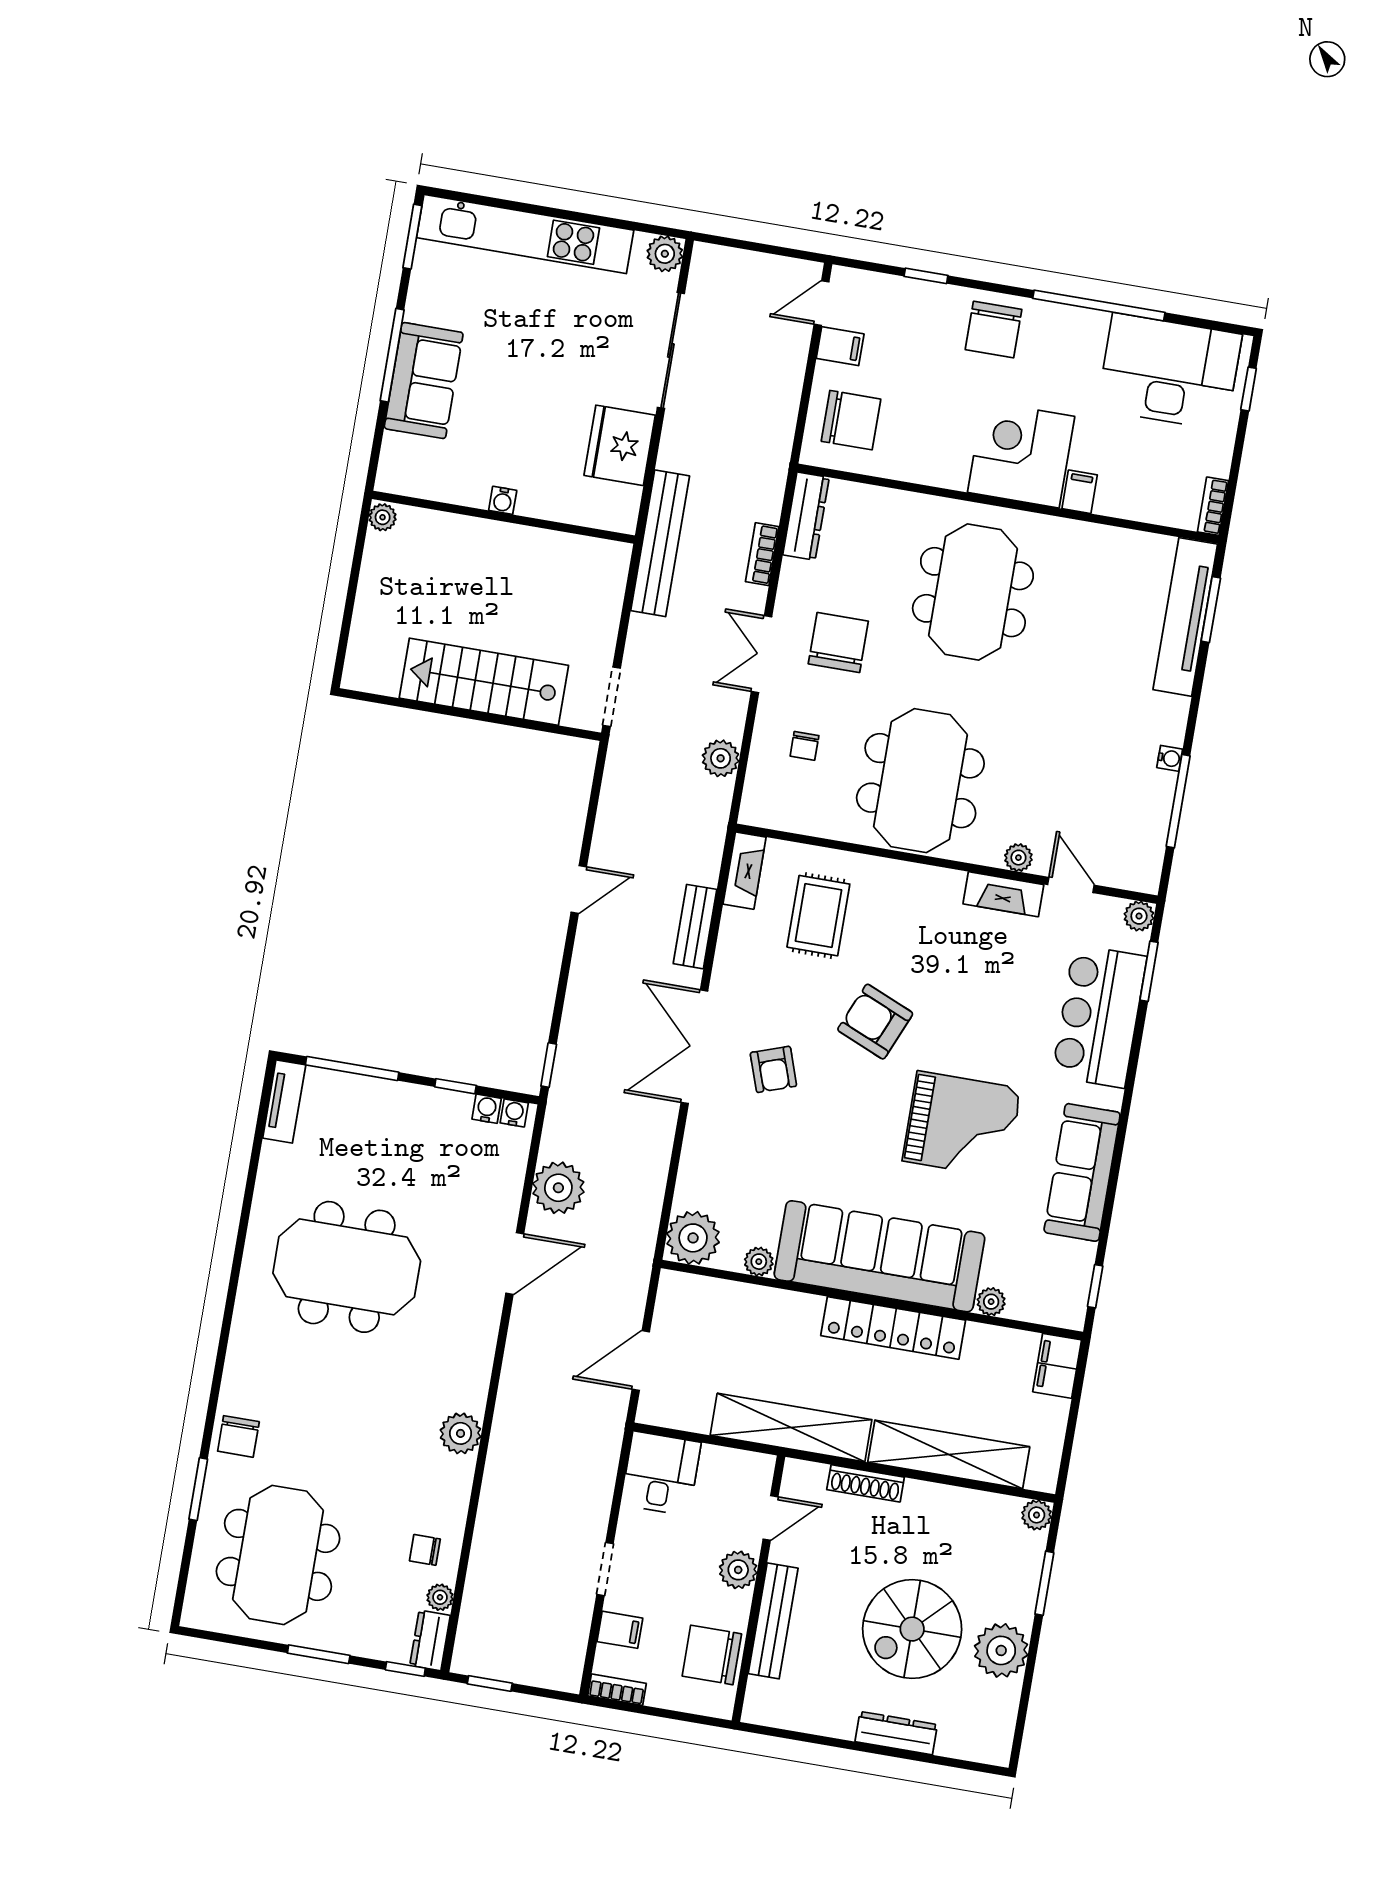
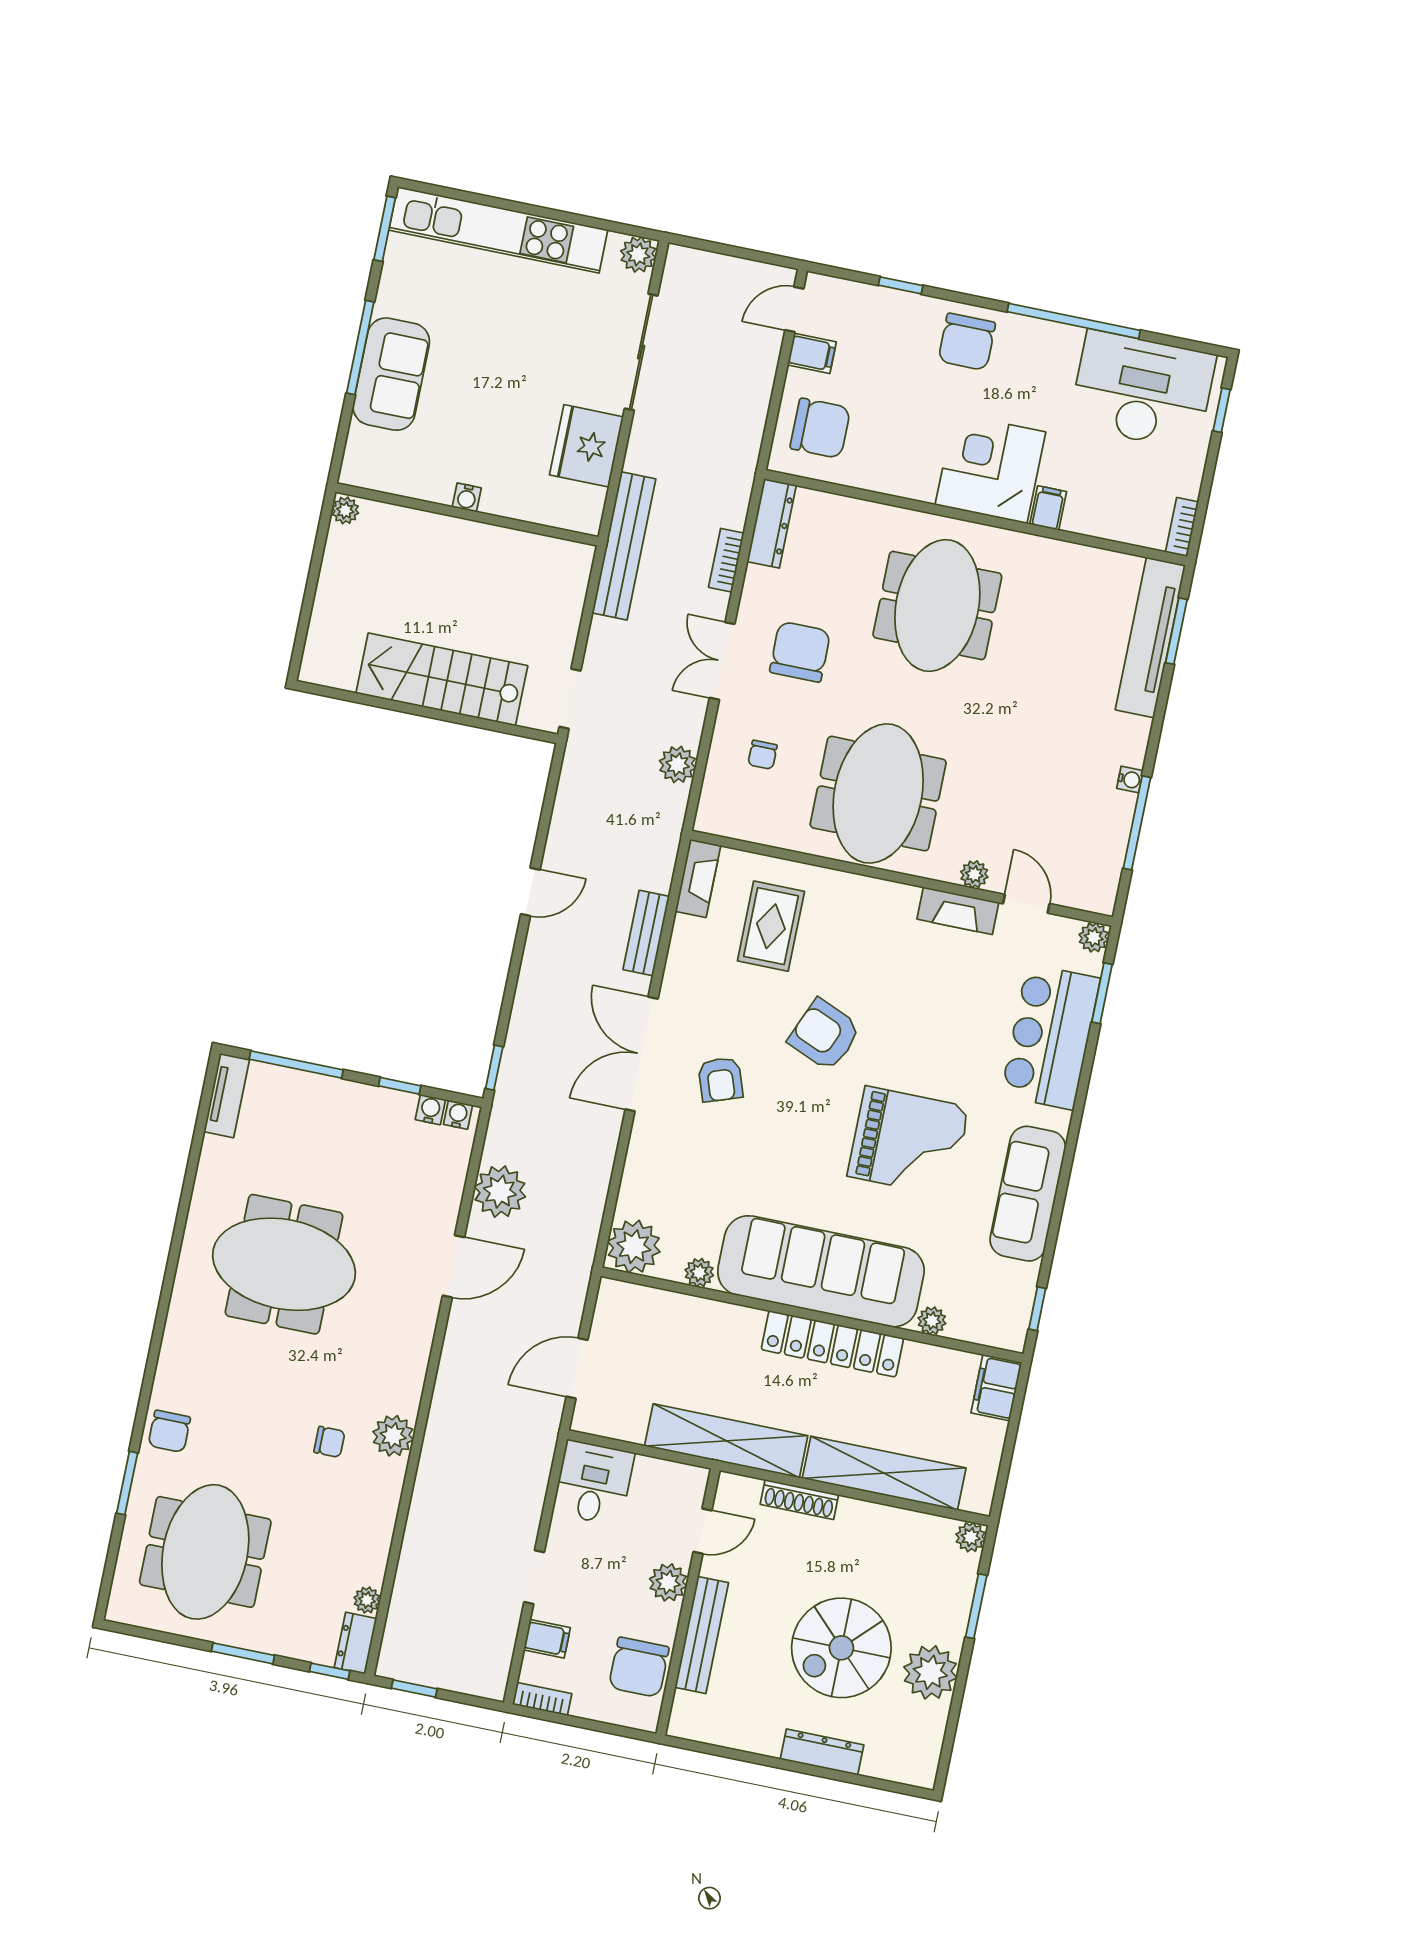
chair: (425, 1550) -> (329, 1442), moved, turned 180
chair: (712, 1655) -> (639, 1667), turned -90

